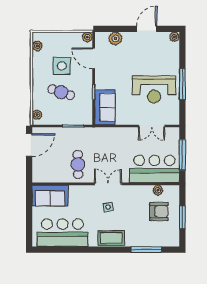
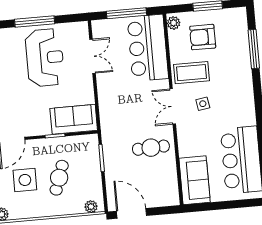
plant: (158, 190) -> (174, 23), moved
armchair: (159, 212) -> (203, 37), turned -90
coffee table: (111, 238) -> (191, 73), moved, turned 90

